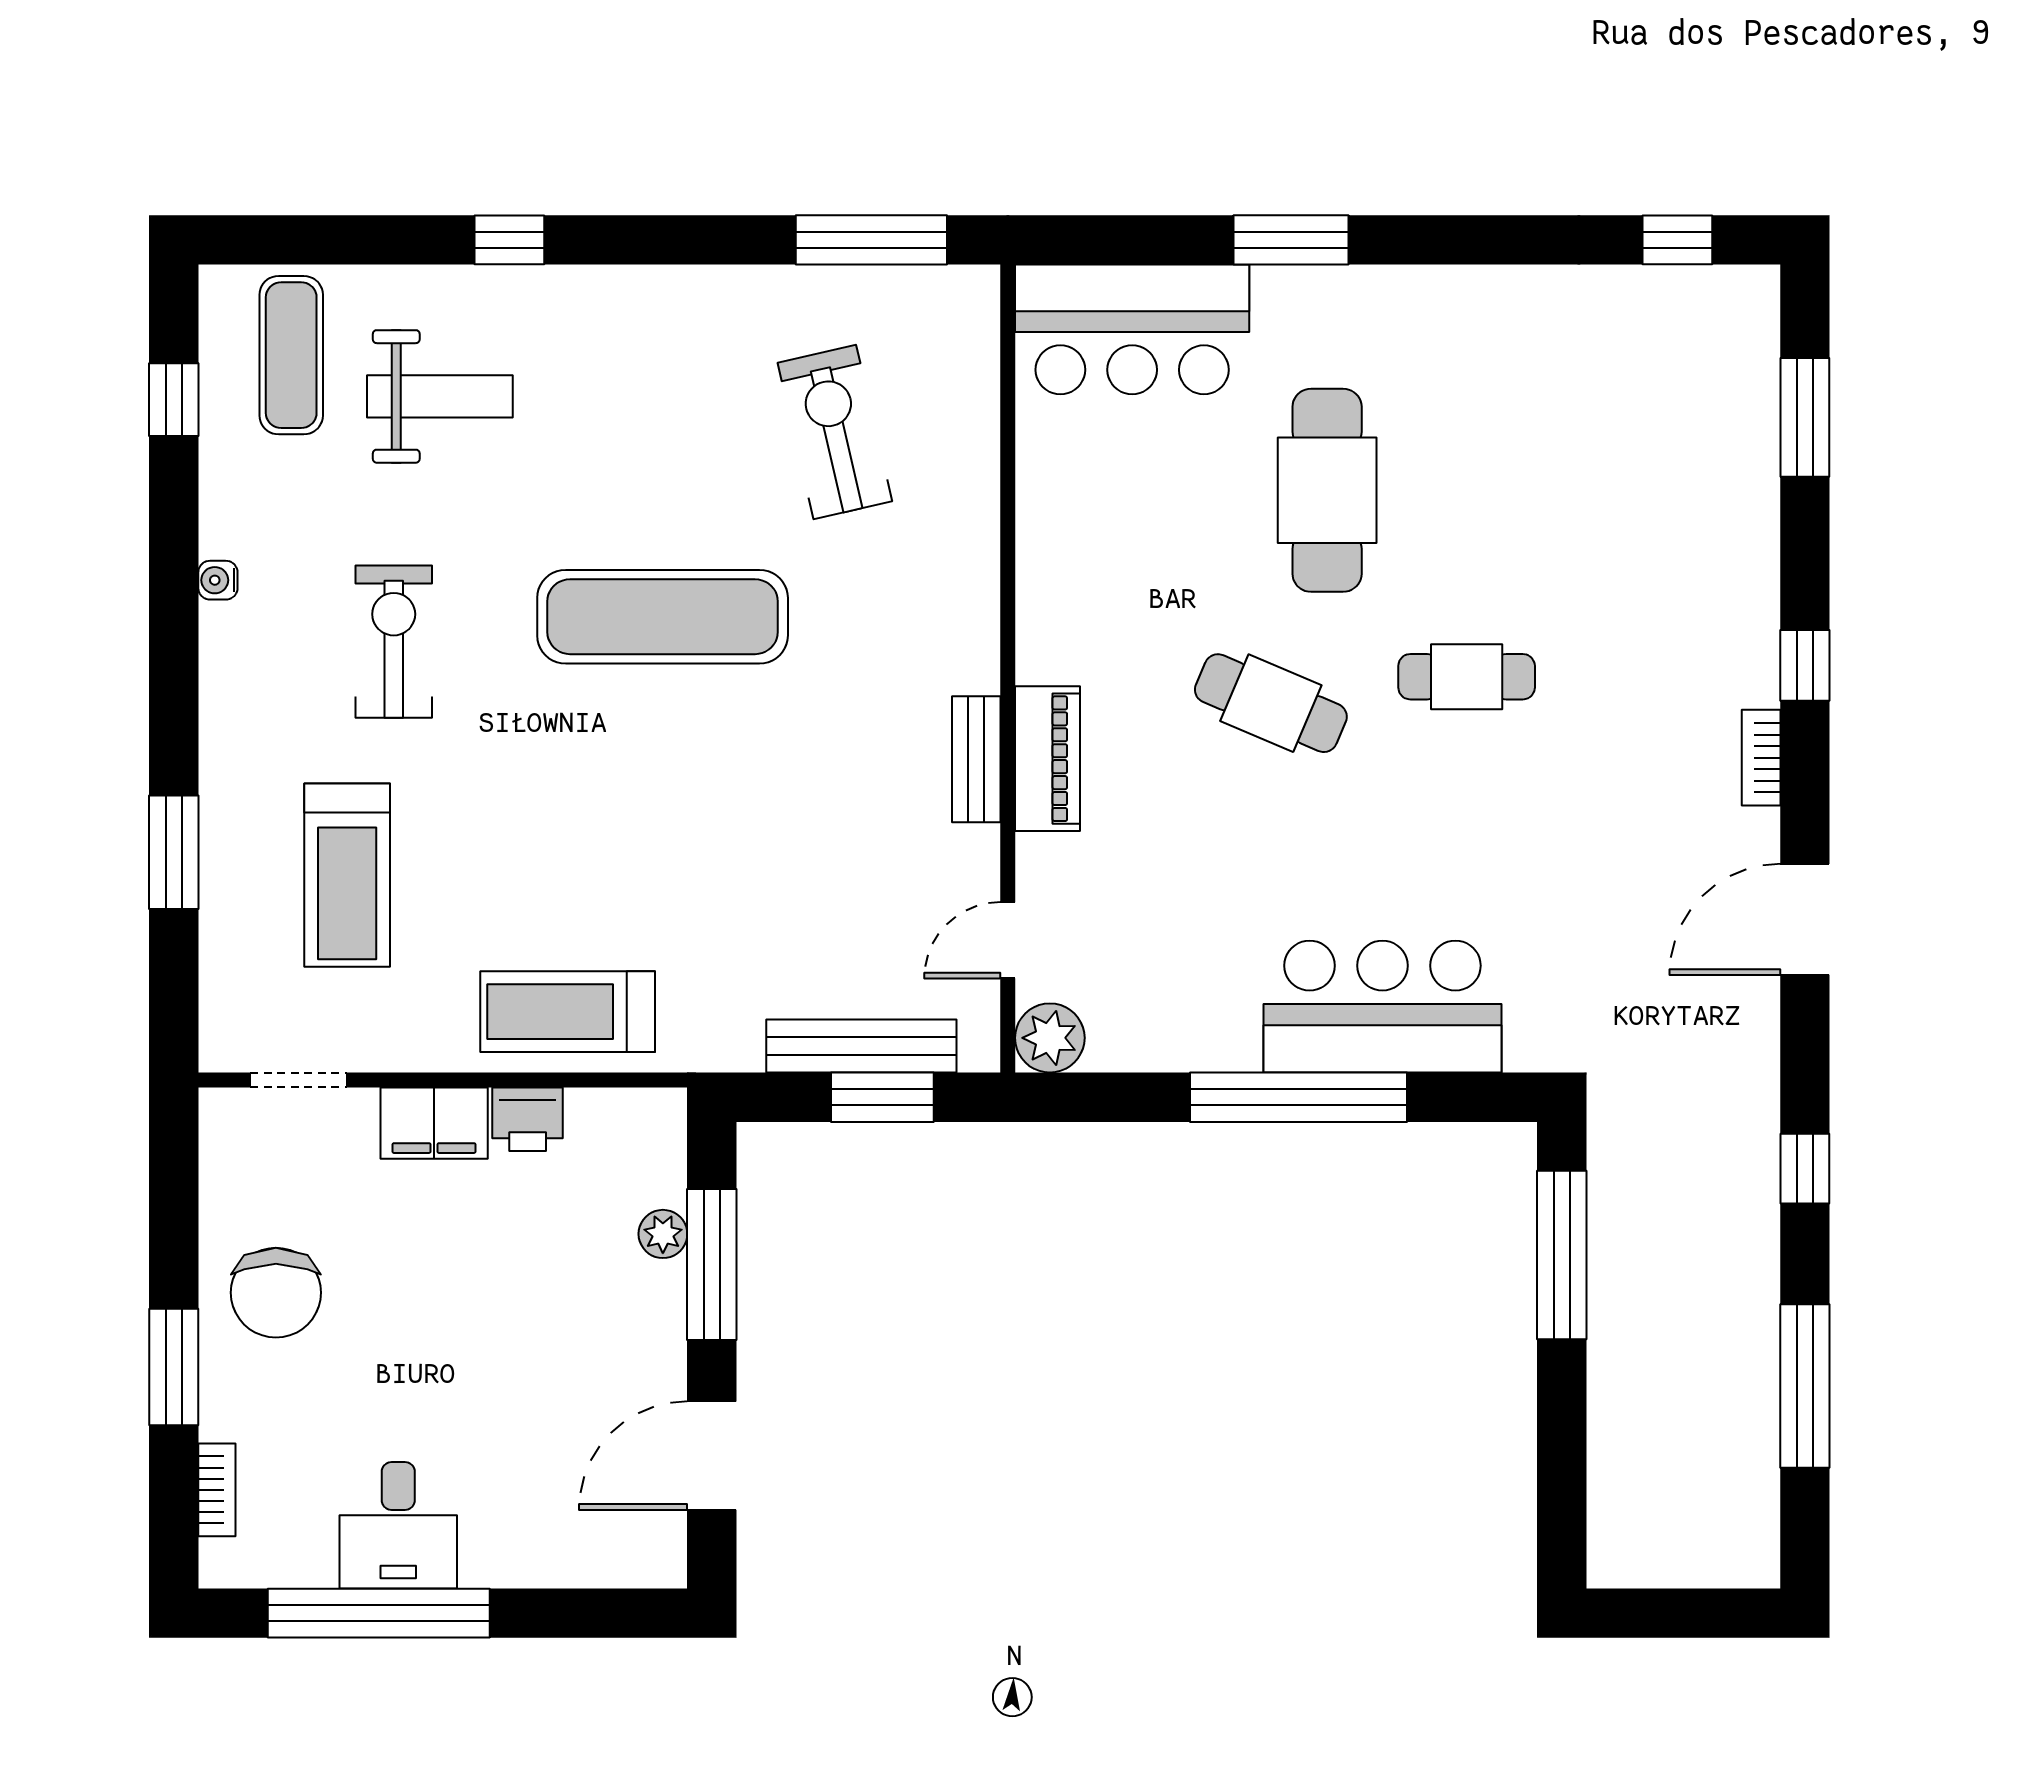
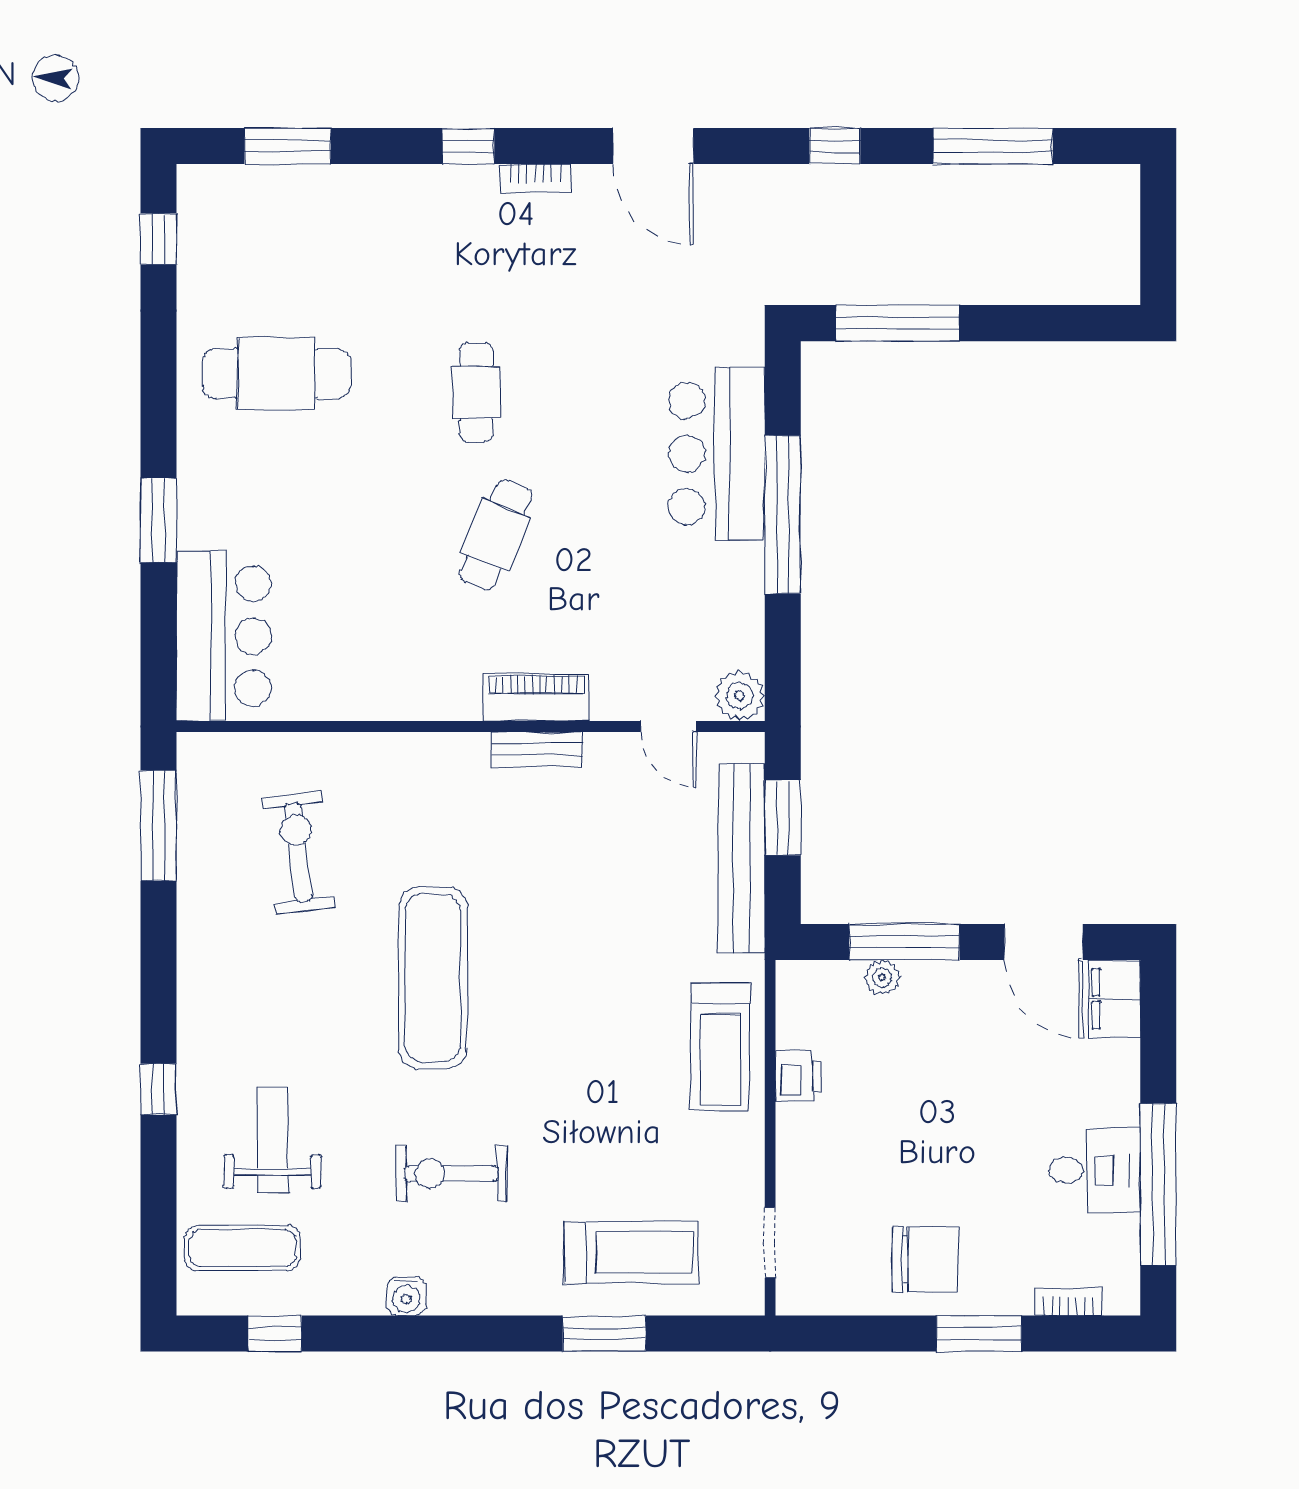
exercise bike: (835, 432) -> (298, 852), turned 96
cafe table: (1327, 490) -> (276, 374), moved
water cooler: (218, 580) -> (406, 1296), width x1.38, depth x1.38
treadmill: (347, 875) -> (631, 1252), moved
bench: (861, 1046) -> (741, 858), width x1.37, depth x1.21
filing cabinet: (434, 1123) -> (1114, 999), moved, turned 180

